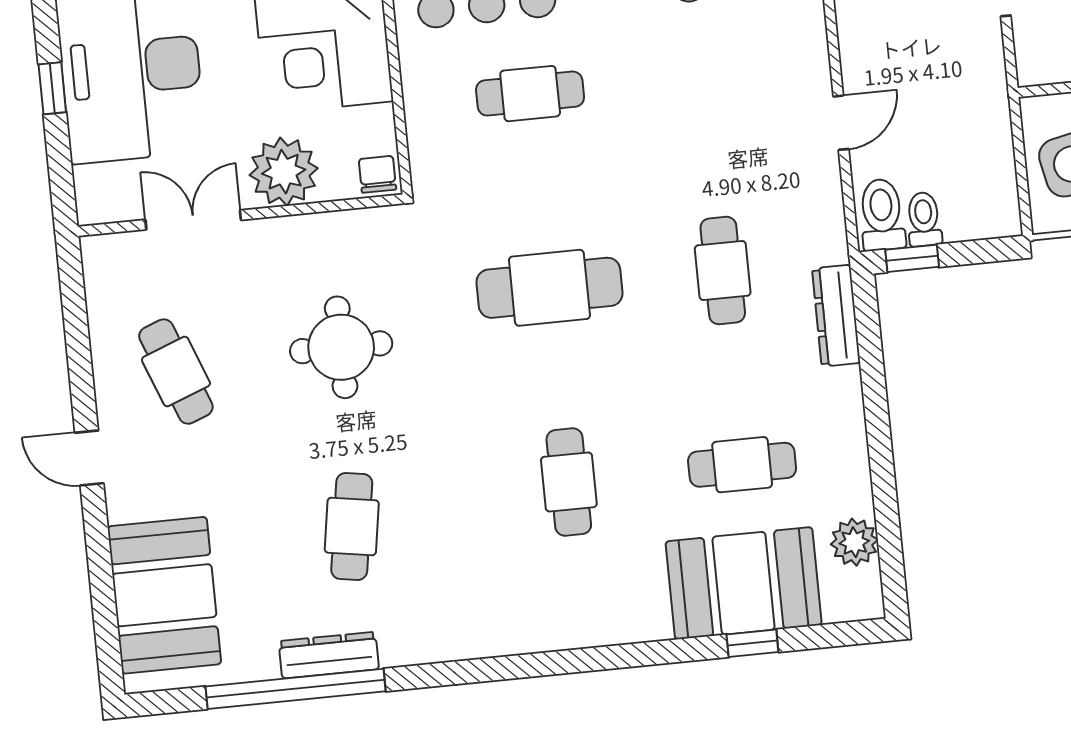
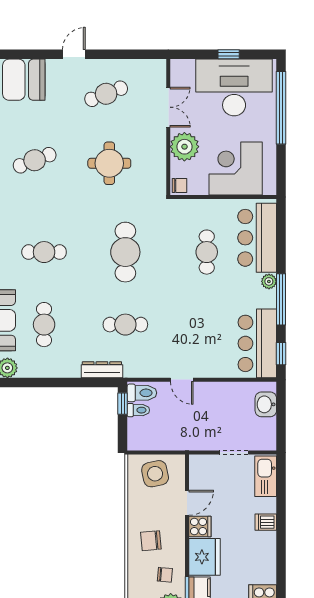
cafe table: (352, 526) -> (35, 160), turned -30

